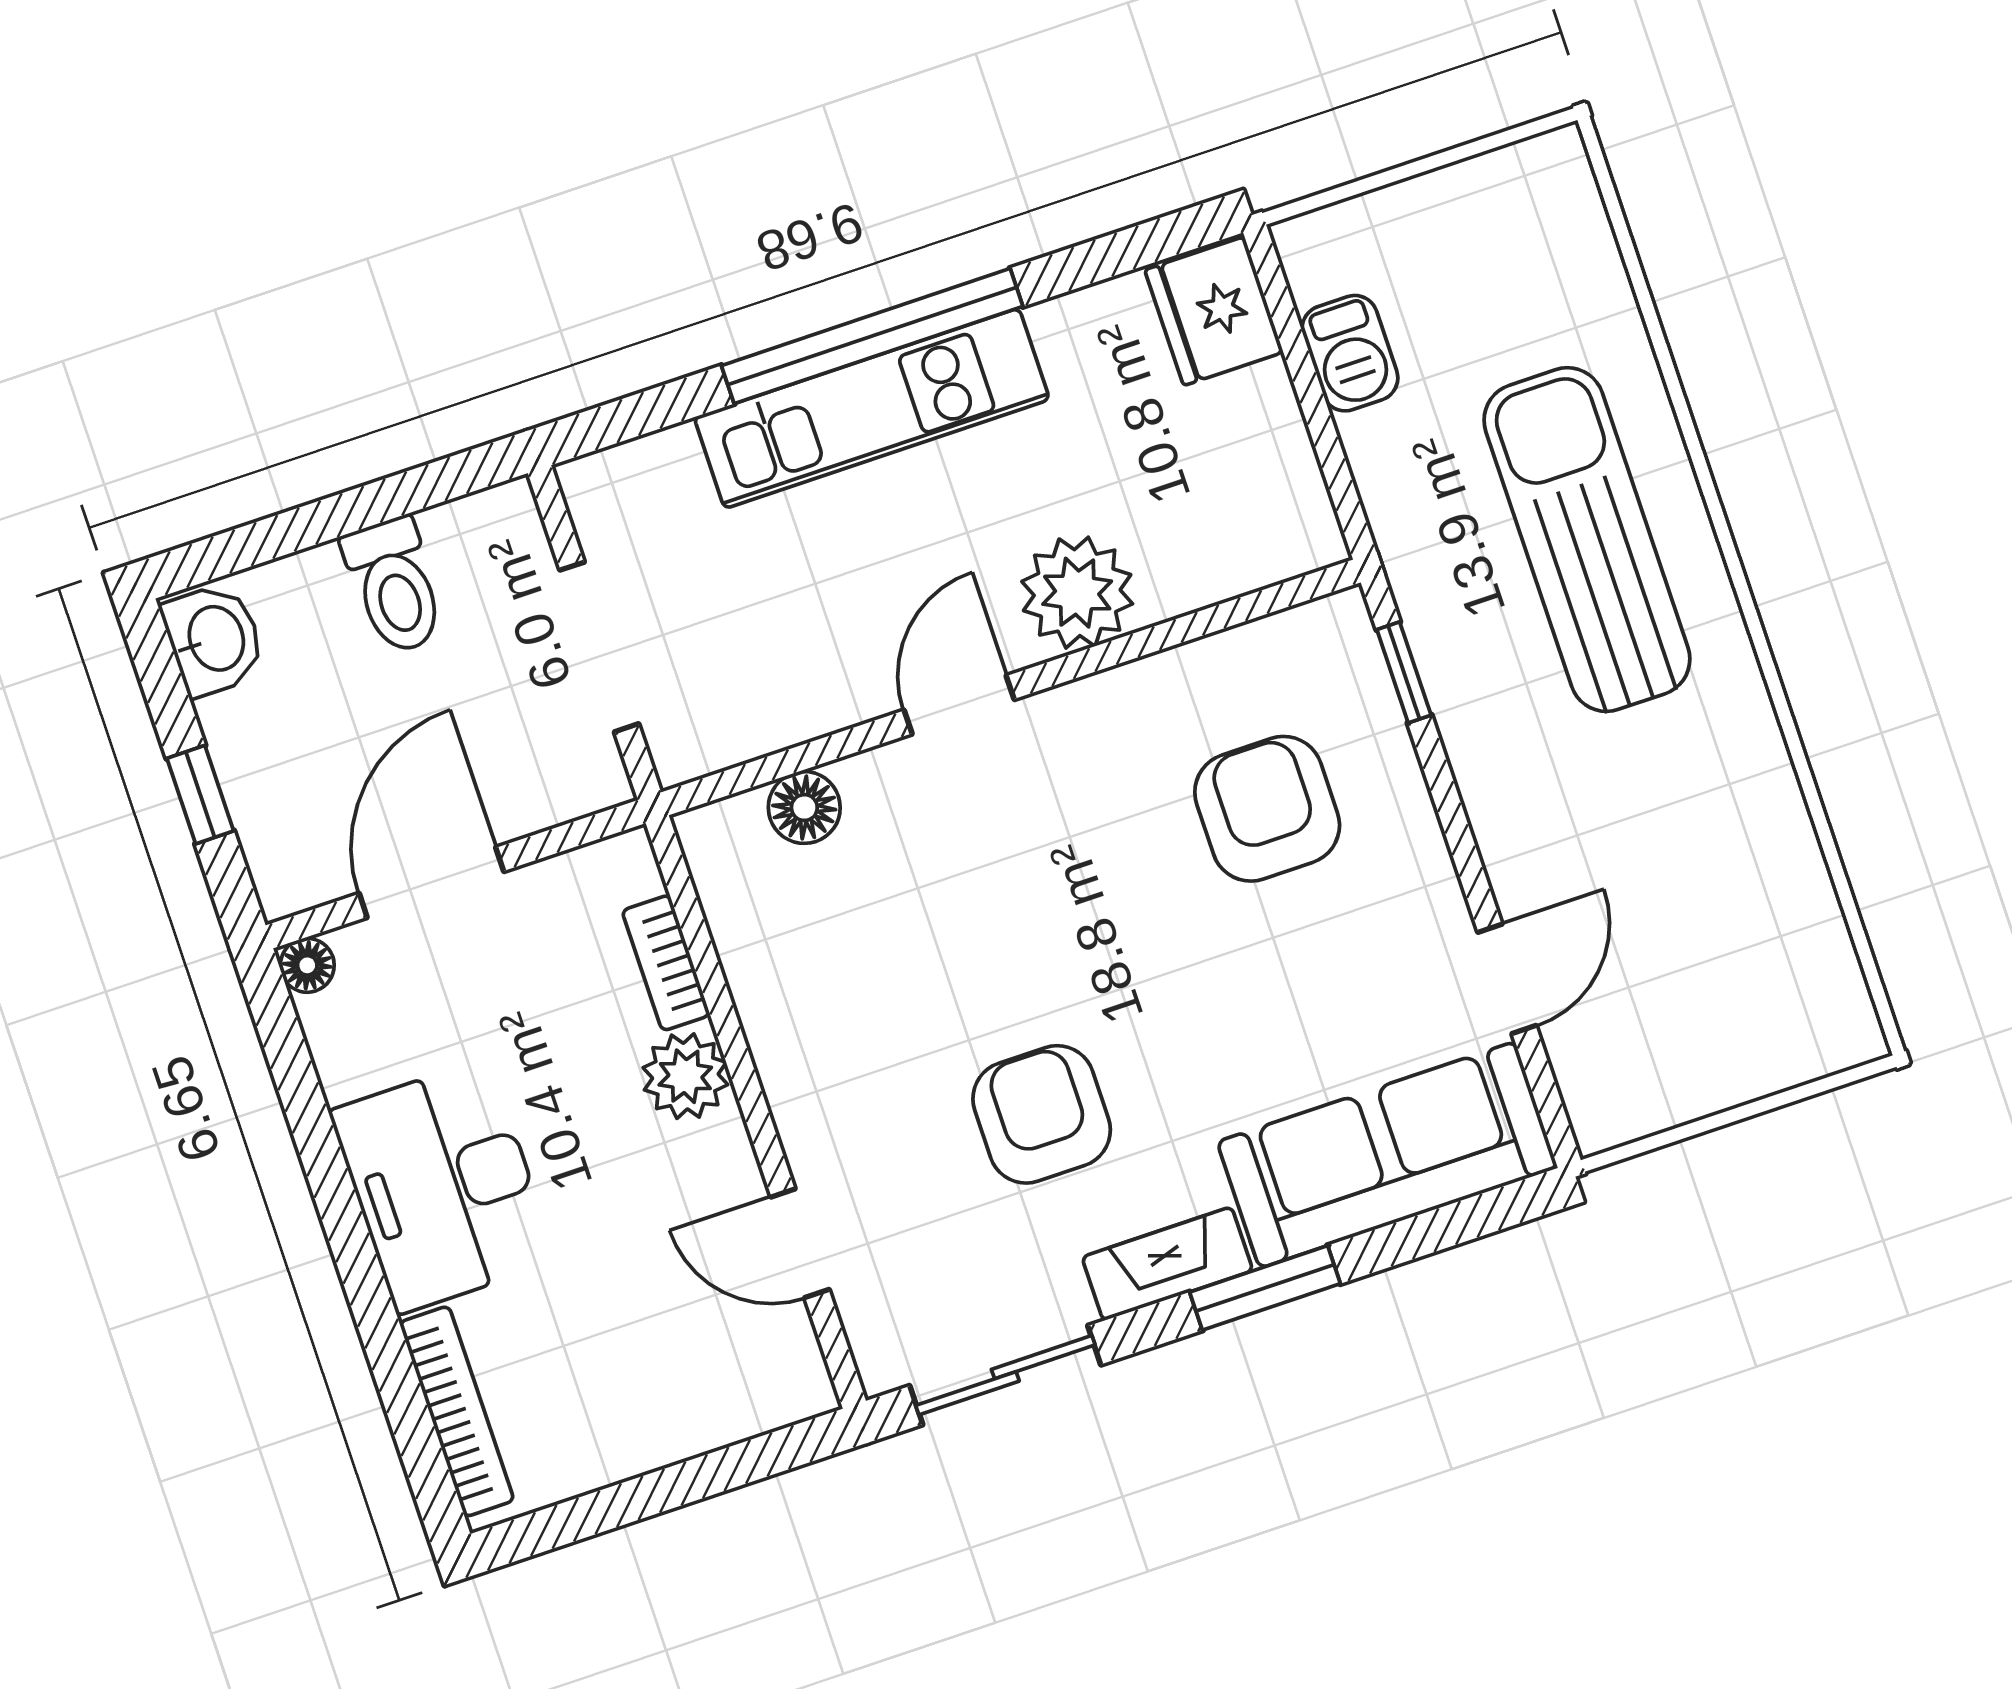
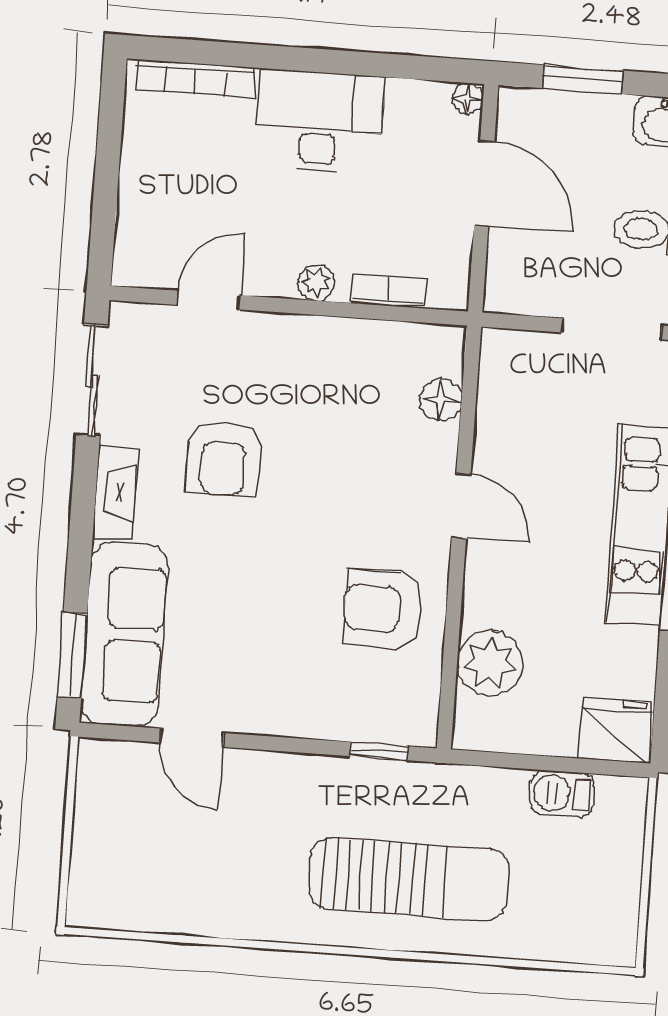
plant: (1077, 593) -> (490, 663), moved
doorway: (599, 647) -> (612, 329), moved
window: (200, 795) -> (583, 79), width x1.50
armchair: (1267, 809) -> (383, 609), moved, turned 180
plant: (685, 1076) -> (316, 282), width x0.73, depth x0.73
armchair: (1042, 1114) -> (223, 458), turned 90
window: (1265, 1288) -> (72, 656), moved

